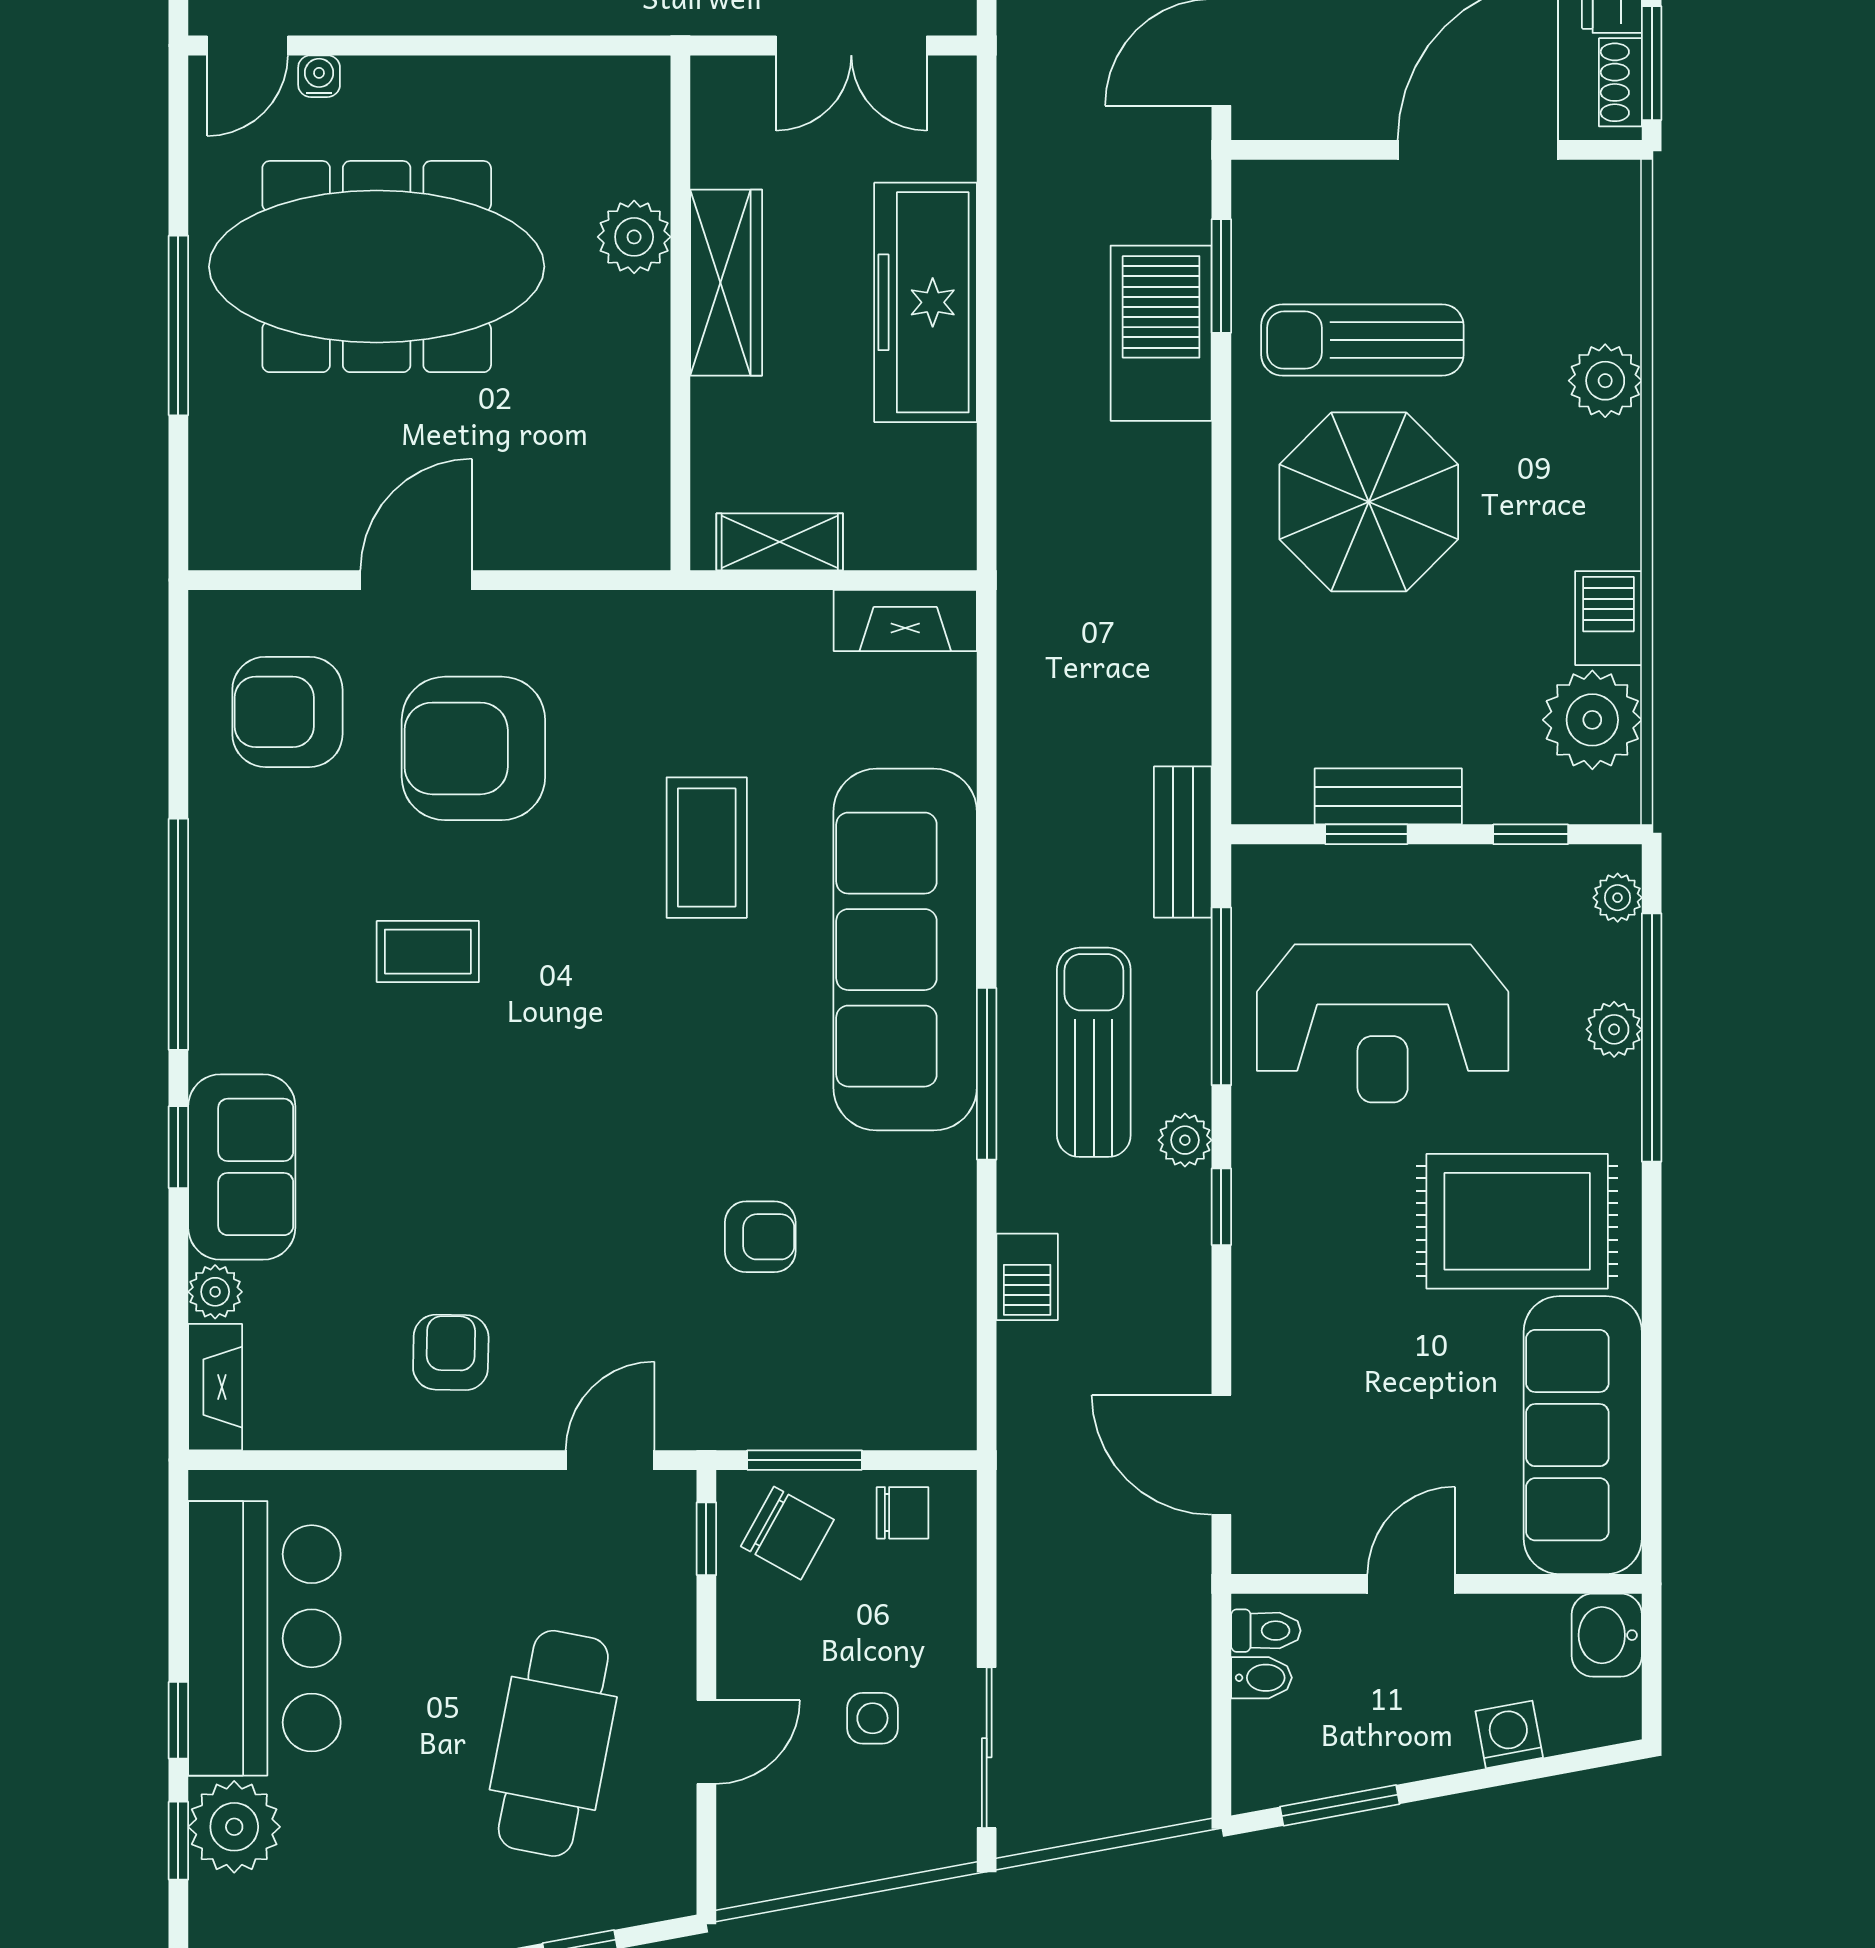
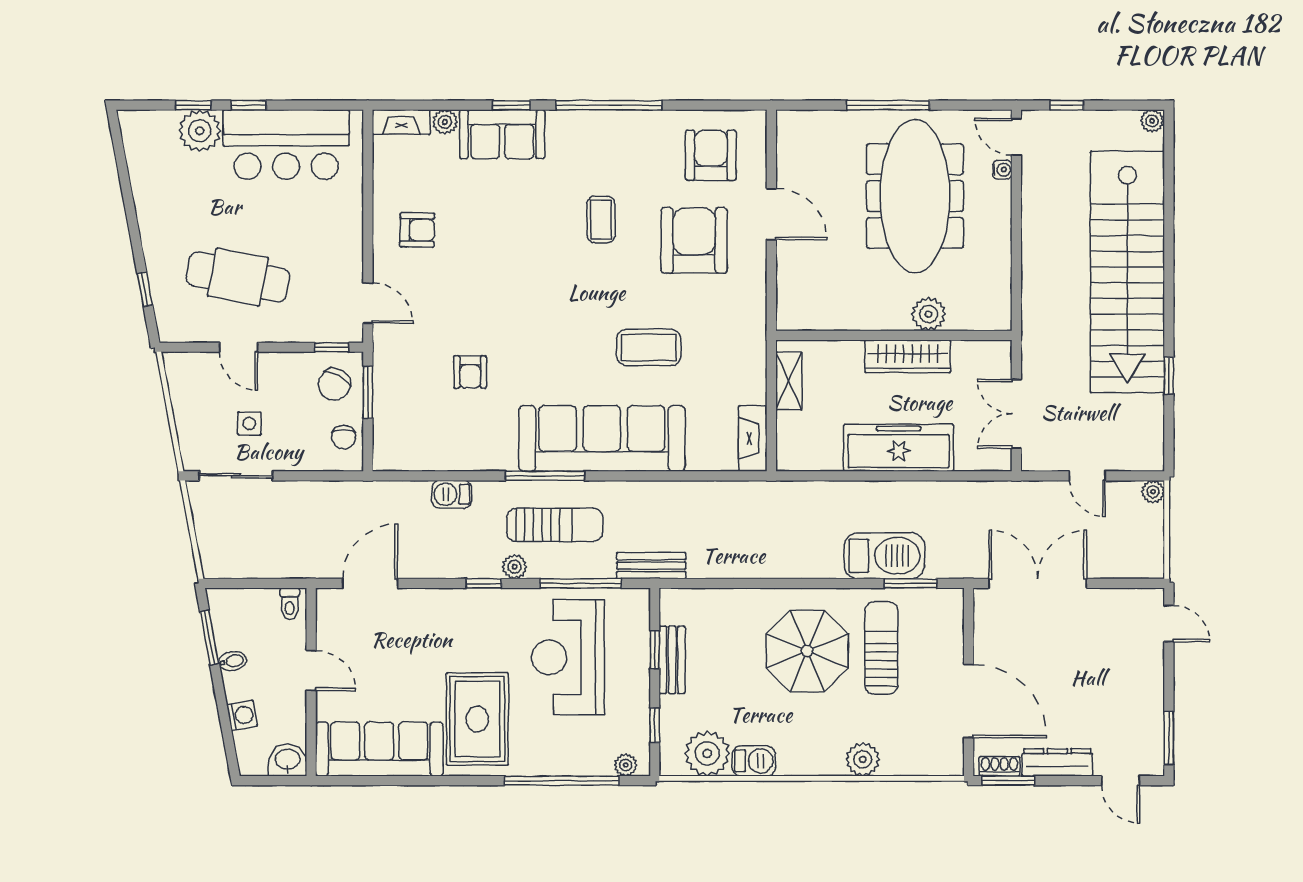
plant: (1614, 1029) -> (565, 763), removed
bidet: (1262, 1678) -> (233, 661), moved, turned -101

